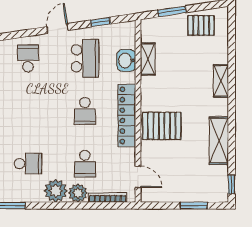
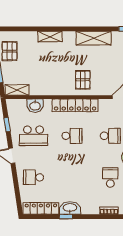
school desk: (85, 58) -> (34, 136), turned 180
shelving: (148, 59) -> (17, 90), moved
pallet: (162, 126) -> (83, 80), width x0.67, depth x0.71

